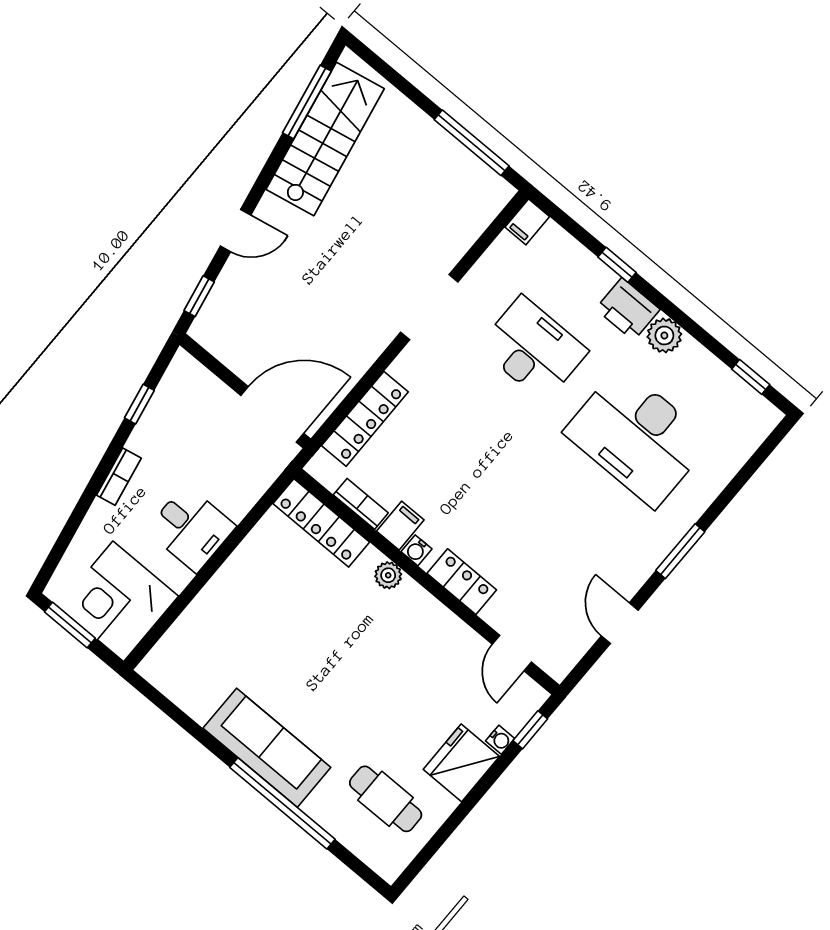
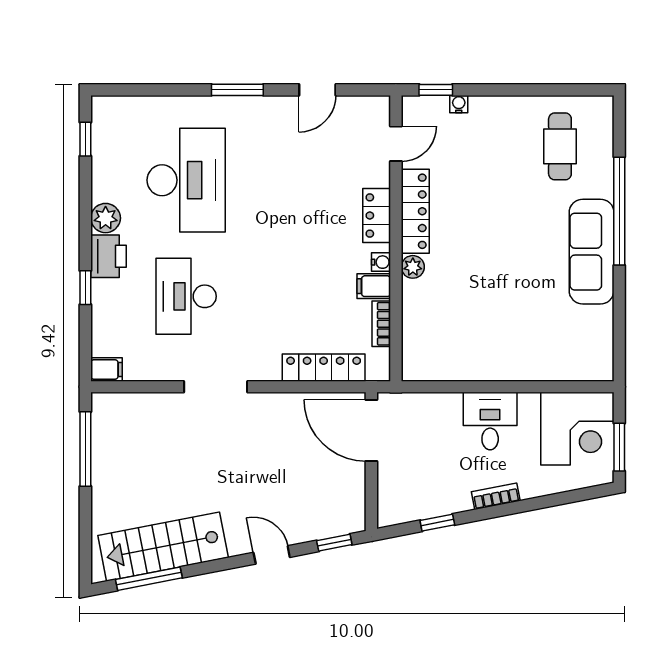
locker: (321, 523) -> (415, 211), moved
fridge: (461, 763) -> (495, 117), removed

